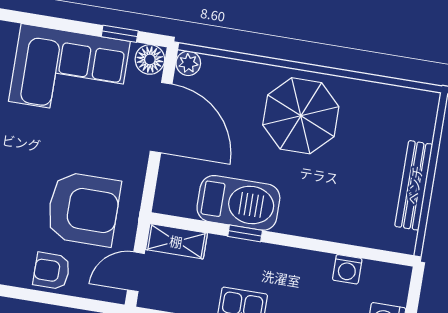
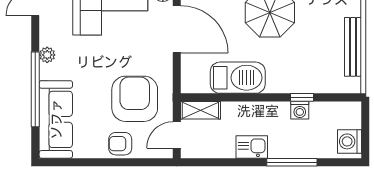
armchair: (83, 209) -> (135, 99), turned -90
window: (245, 233) -> (302, 97), moved
washing machine: (347, 269) -> (300, 110), moved

